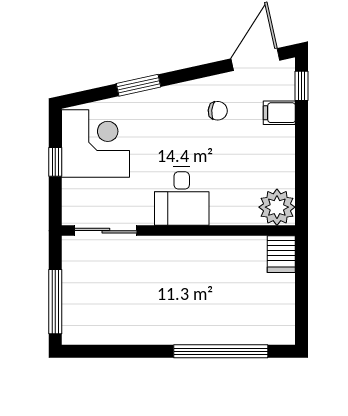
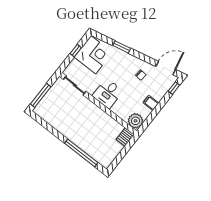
filing cabinet: (279, 113) -> (151, 103), moved

